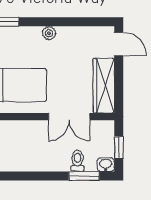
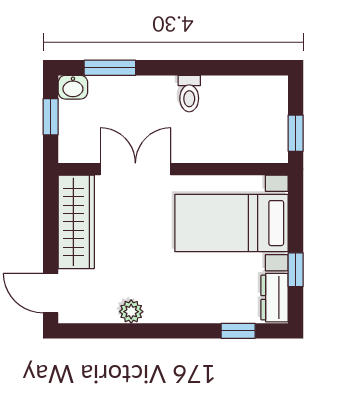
plant: (49, 33) -> (131, 312), moved
toilet: (77, 161) -> (189, 94), moved

